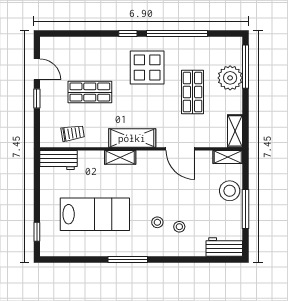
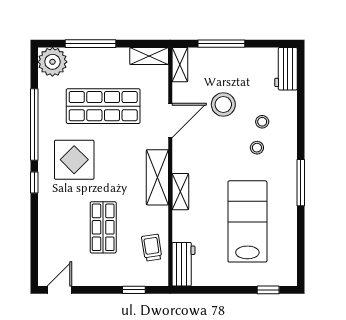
window: (246, 67) -> (90, 44), moved
door: (37, 69) -> (59, 290), moved
plant: (230, 78) -> (52, 62), moved
shop shelf: (193, 92) -> (103, 106), width x1.43, depth x1.36
window: (37, 99) -> (134, 290), moved
stool: (230, 191) -> (223, 104), moved
window: (246, 209) -> (221, 44), moved

